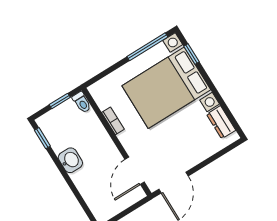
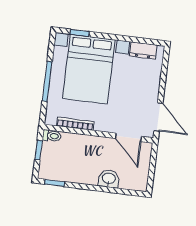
window: (147, 47) -> (47, 81), moved
bookcase: (113, 121) -> (75, 124), width x1.56
washbasin: (70, 160) -> (109, 179), moved

